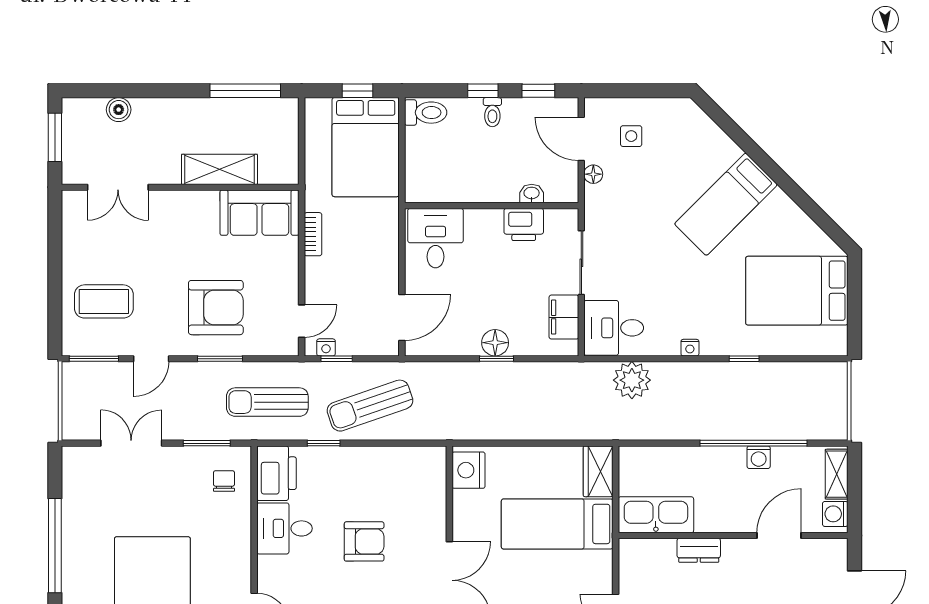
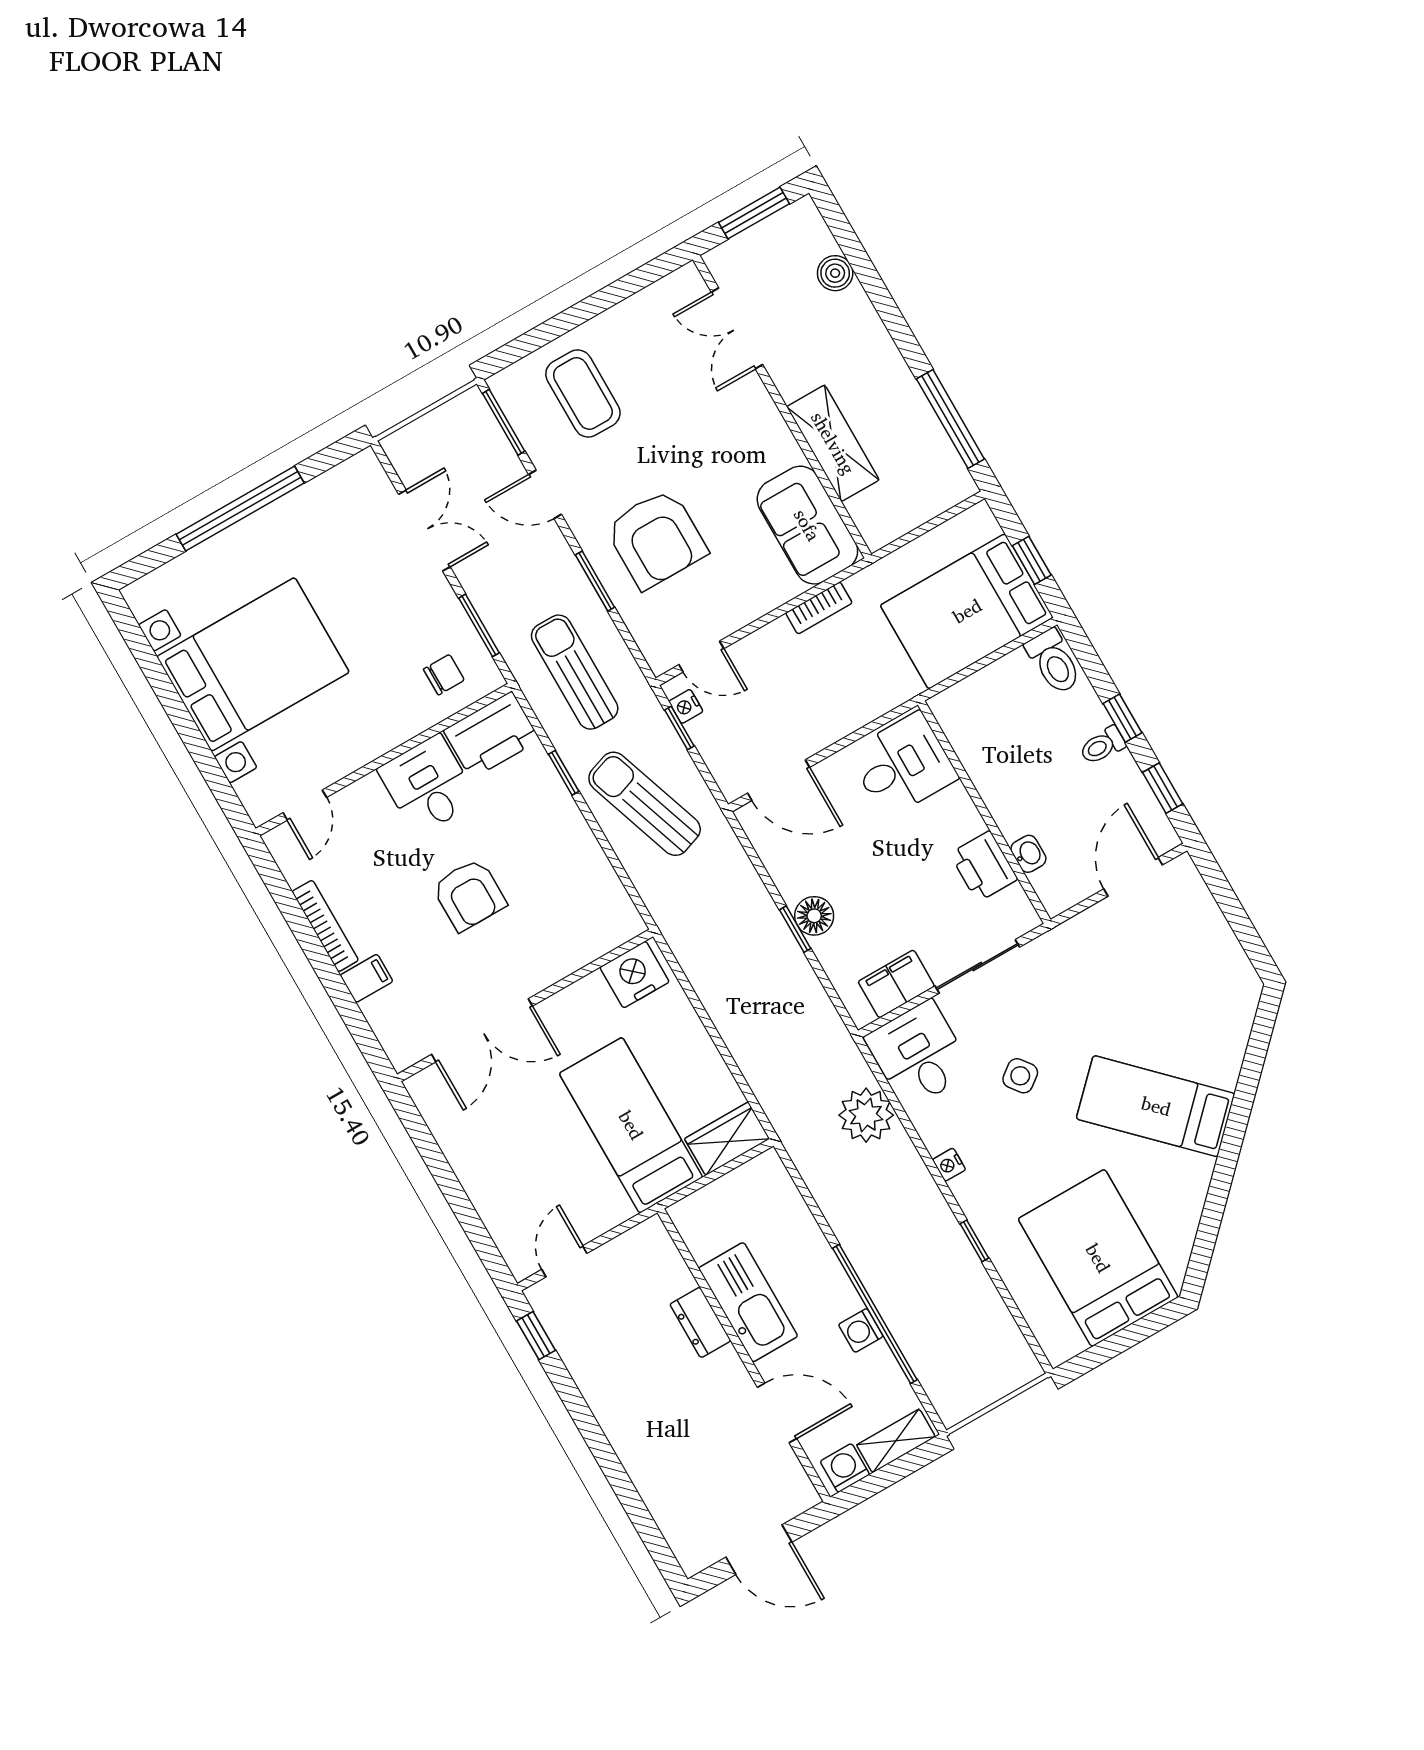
side table: (631, 136) -> (1020, 1076), moved, turned -37
floor lamp: (593, 174) -> (1097, 917), removed
kitchen sink: (656, 515) -> (748, 1302), moved

